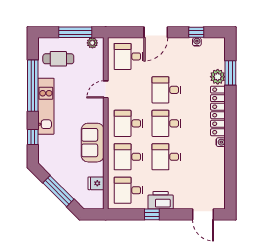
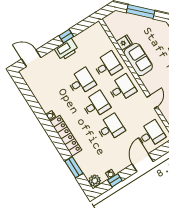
plant: (218, 77) -> (95, 181), moved
fridge: (96, 183) -> (124, 43), moved
desk: (128, 190) -> (93, 42), removed

